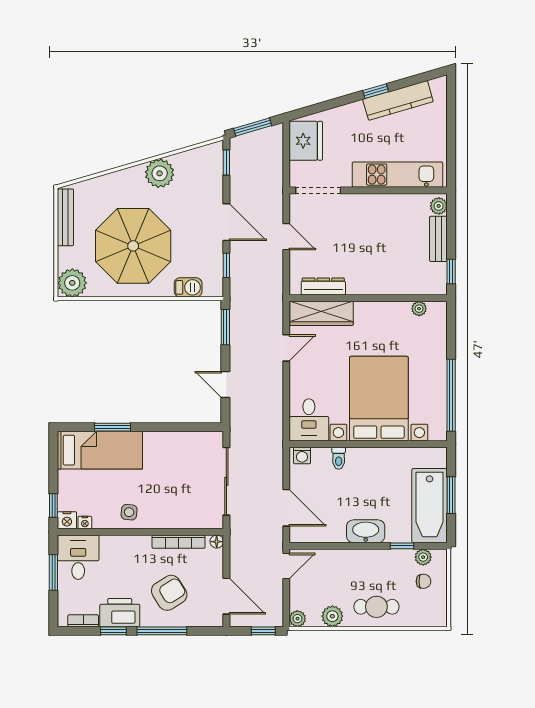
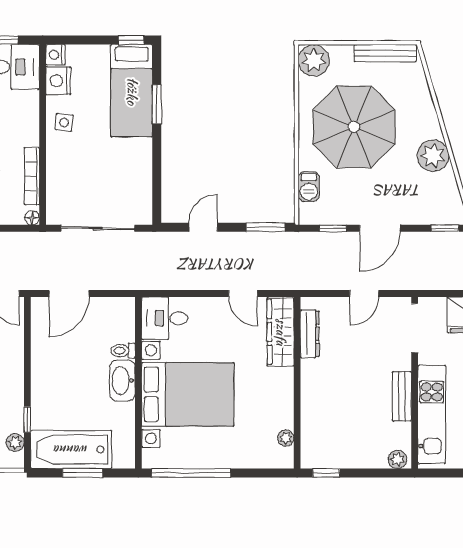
bench: (438, 239) -> (402, 396), moved, turned 90
washing machine: (302, 455) -> (126, 311), removed
window: (53, 506) -> (131, 40), moved
nightstand: (85, 523) -> (58, 81), width x1.89, depth x1.79
washbasin: (366, 531) -> (122, 380), moved, turned 180

